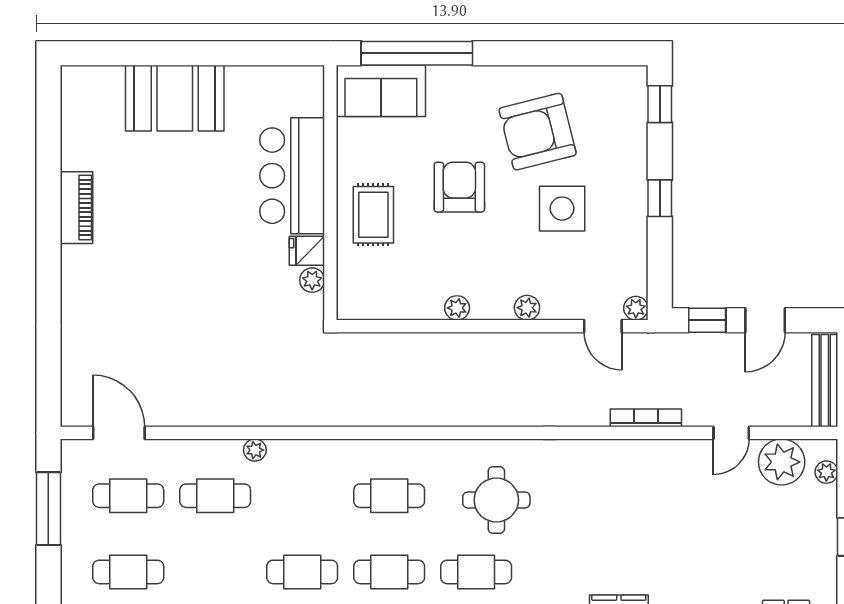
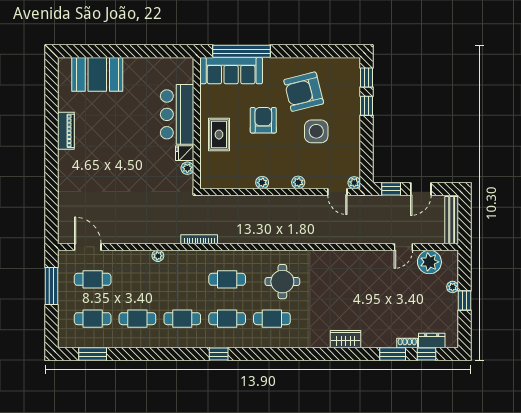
sofa: (381, 91) -> (231, 71), width x1.36
booth: (175, 98) -> (97, 74), moved
window: (660, 198) -> (367, 106), moved
bookcase: (646, 418) -> (199, 239), moved
plant: (826, 472) -> (453, 287), moved
cafe table: (215, 496) -> (137, 319), moved

